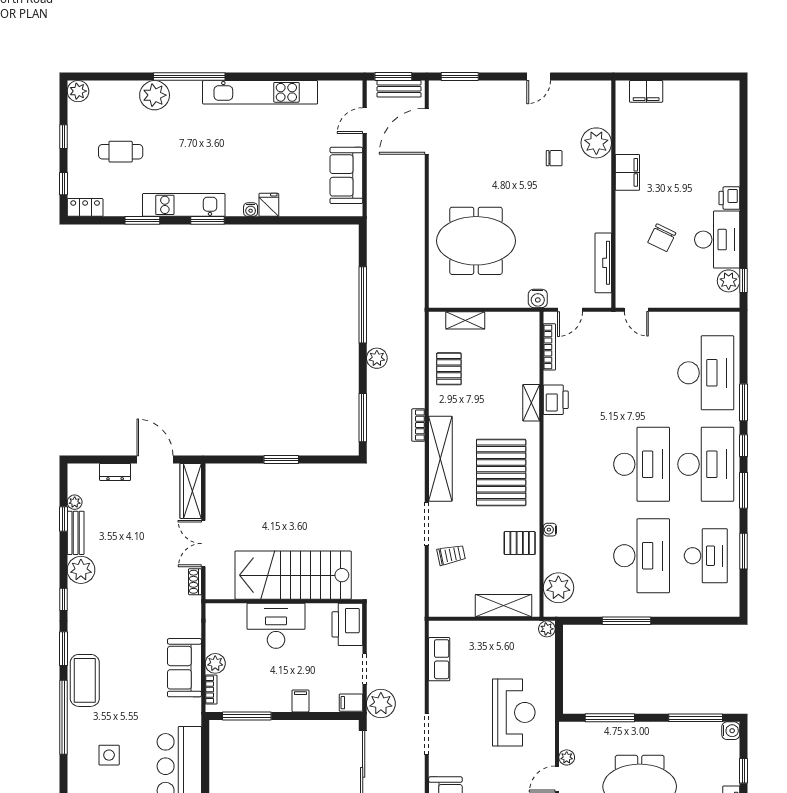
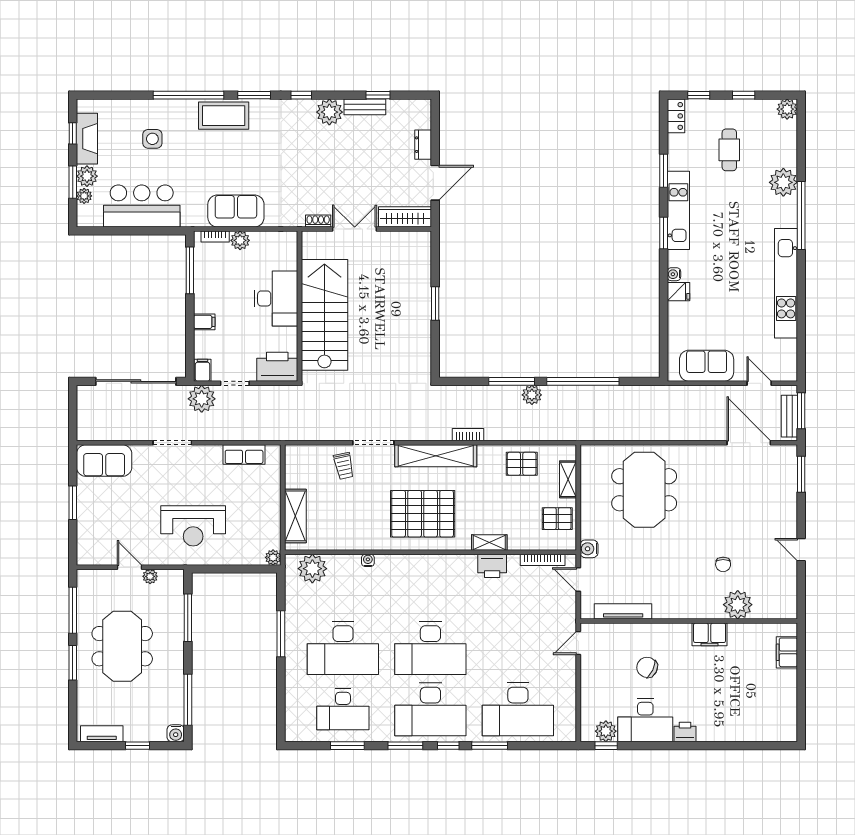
window: (363, 418) -> (512, 381), moved
plant: (75, 502) -> (394, 106), removed
pallet: (520, 543) -> (557, 519), moved, turned 90

